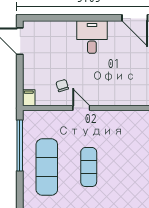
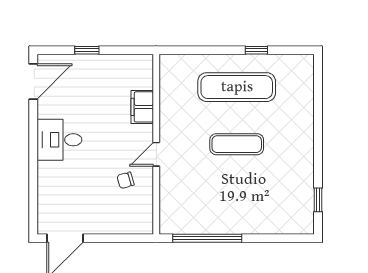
filing cabinet: (29, 98) -> (142, 107), moved, width x2.00
exercise mat: (47, 167) -> (237, 87), moved

